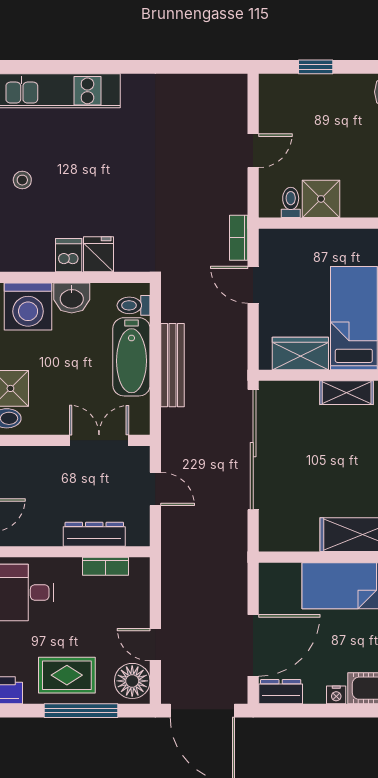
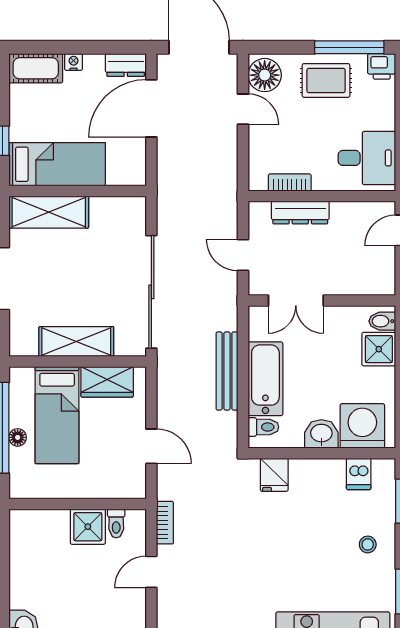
bookcase: (239, 238) -> (165, 523), moved
fridge: (99, 254) -> (274, 475), moved
dishwasher: (69, 255) -> (359, 474), moved
shelving: (347, 393) -> (76, 342), width x1.50, depth x1.33
window: (81, 711) -> (349, 47), moved

